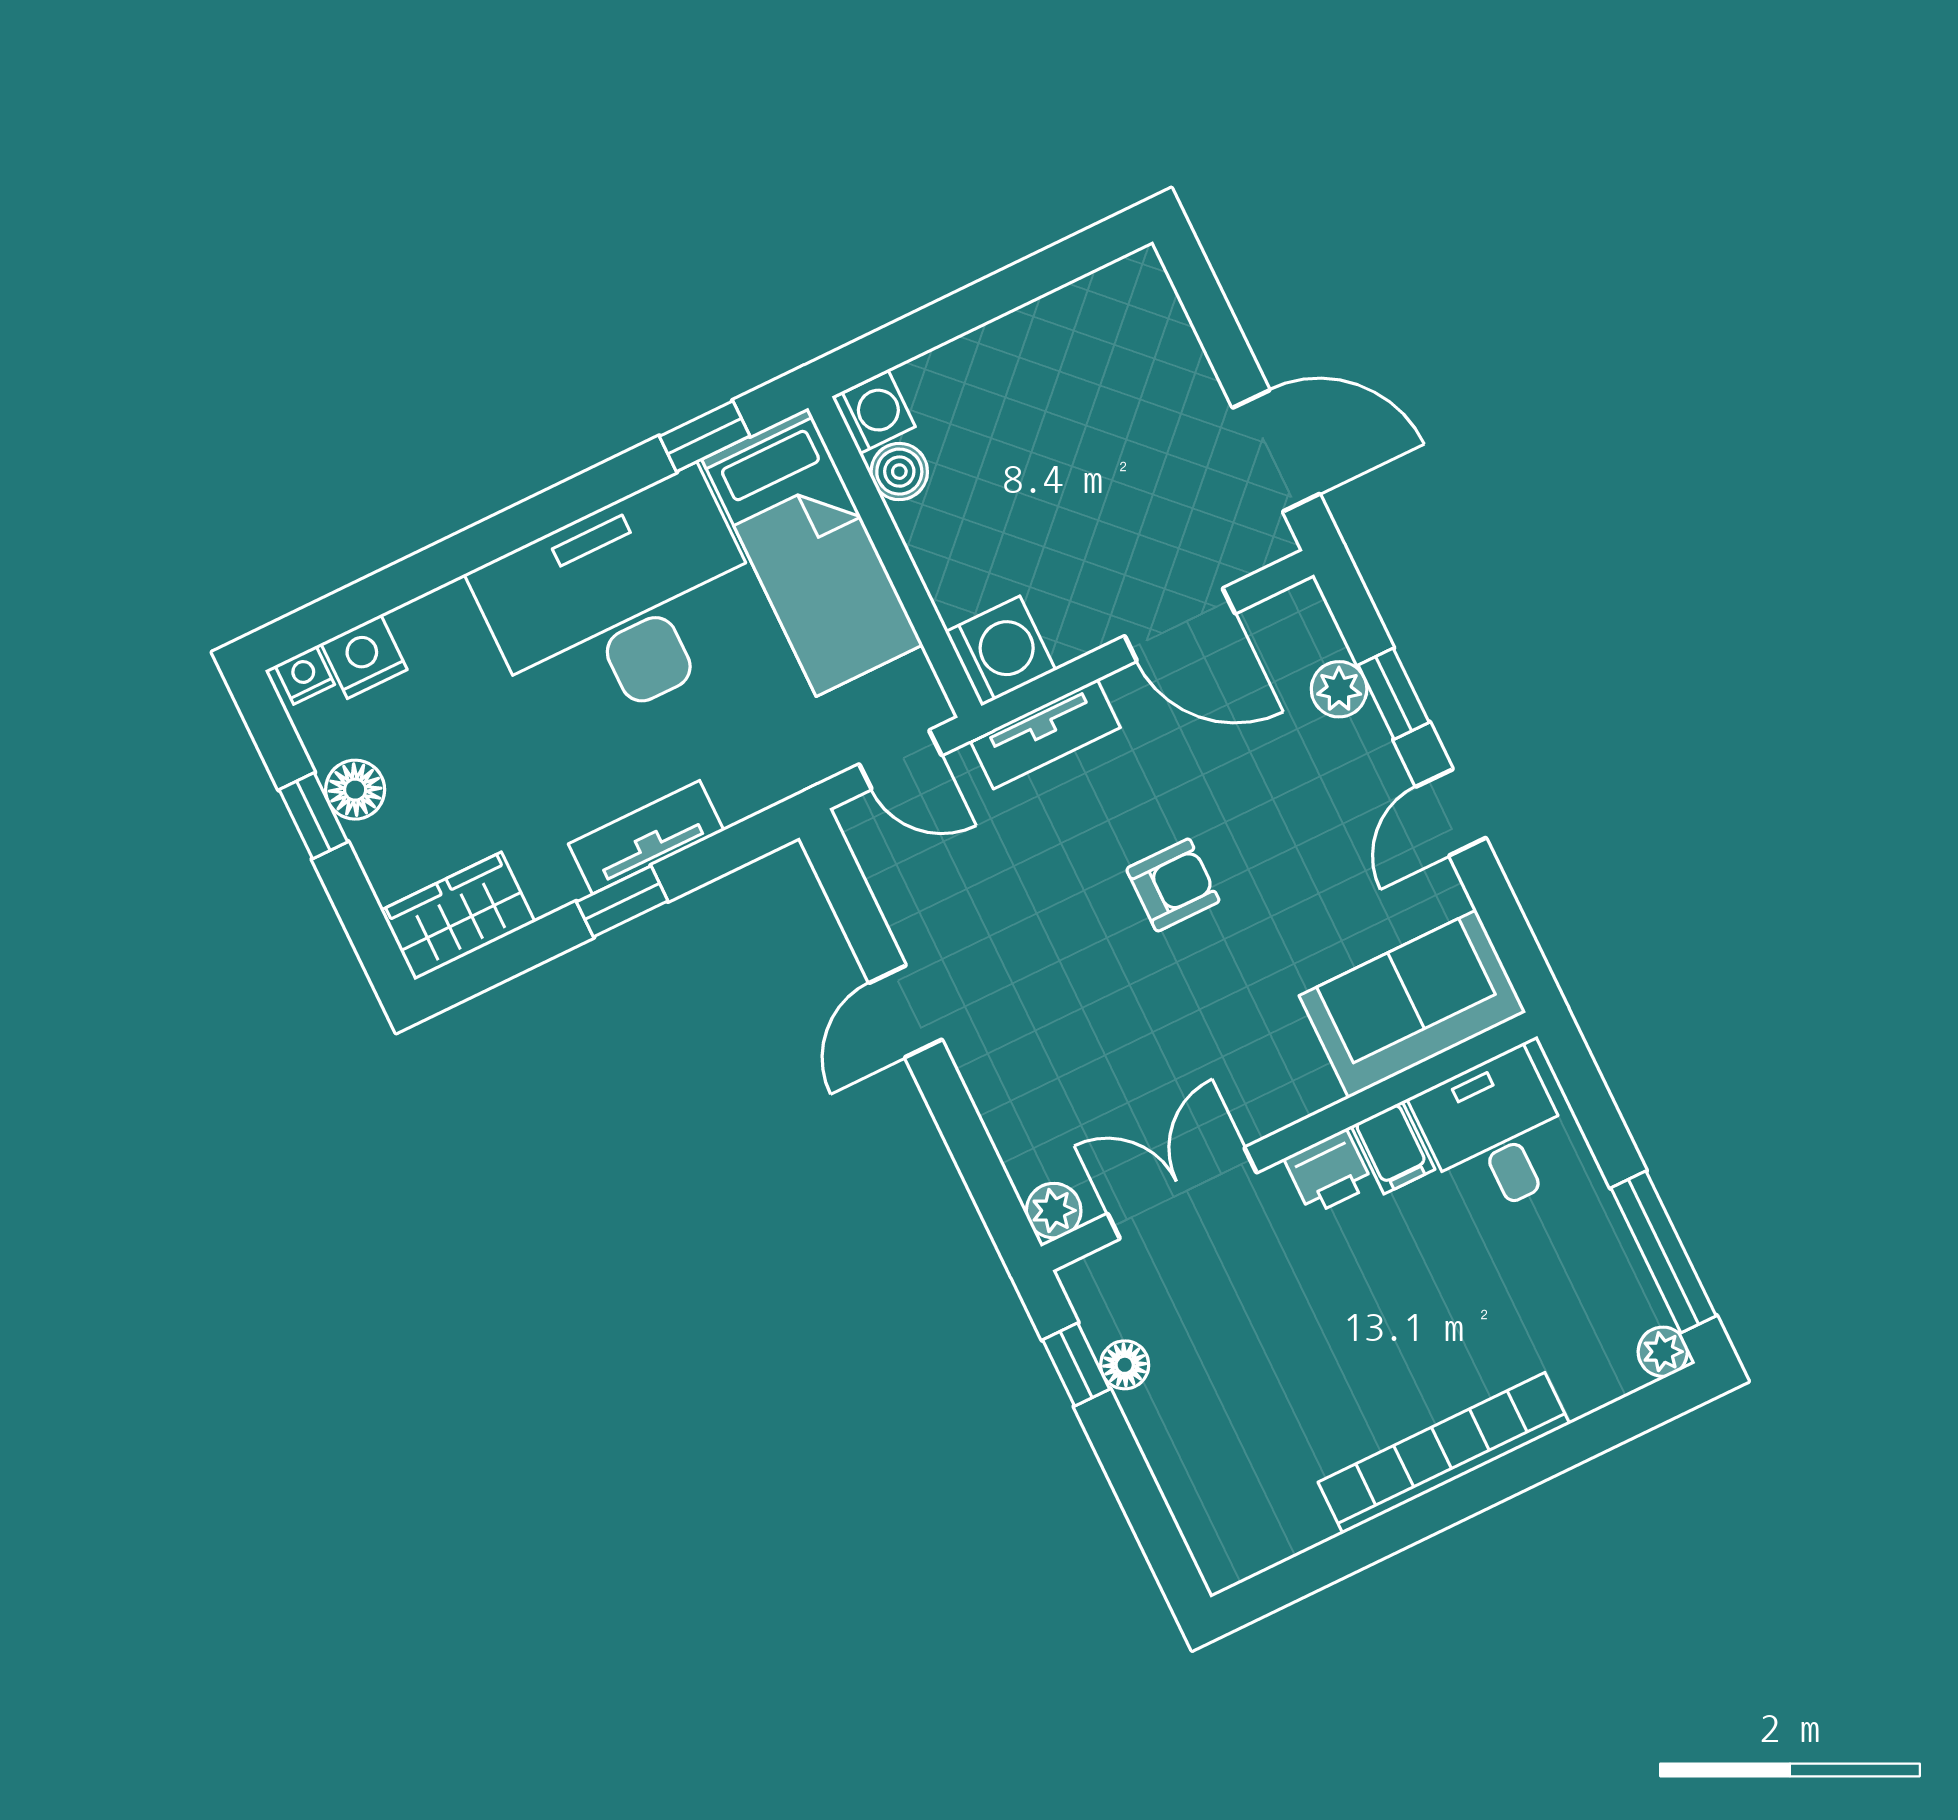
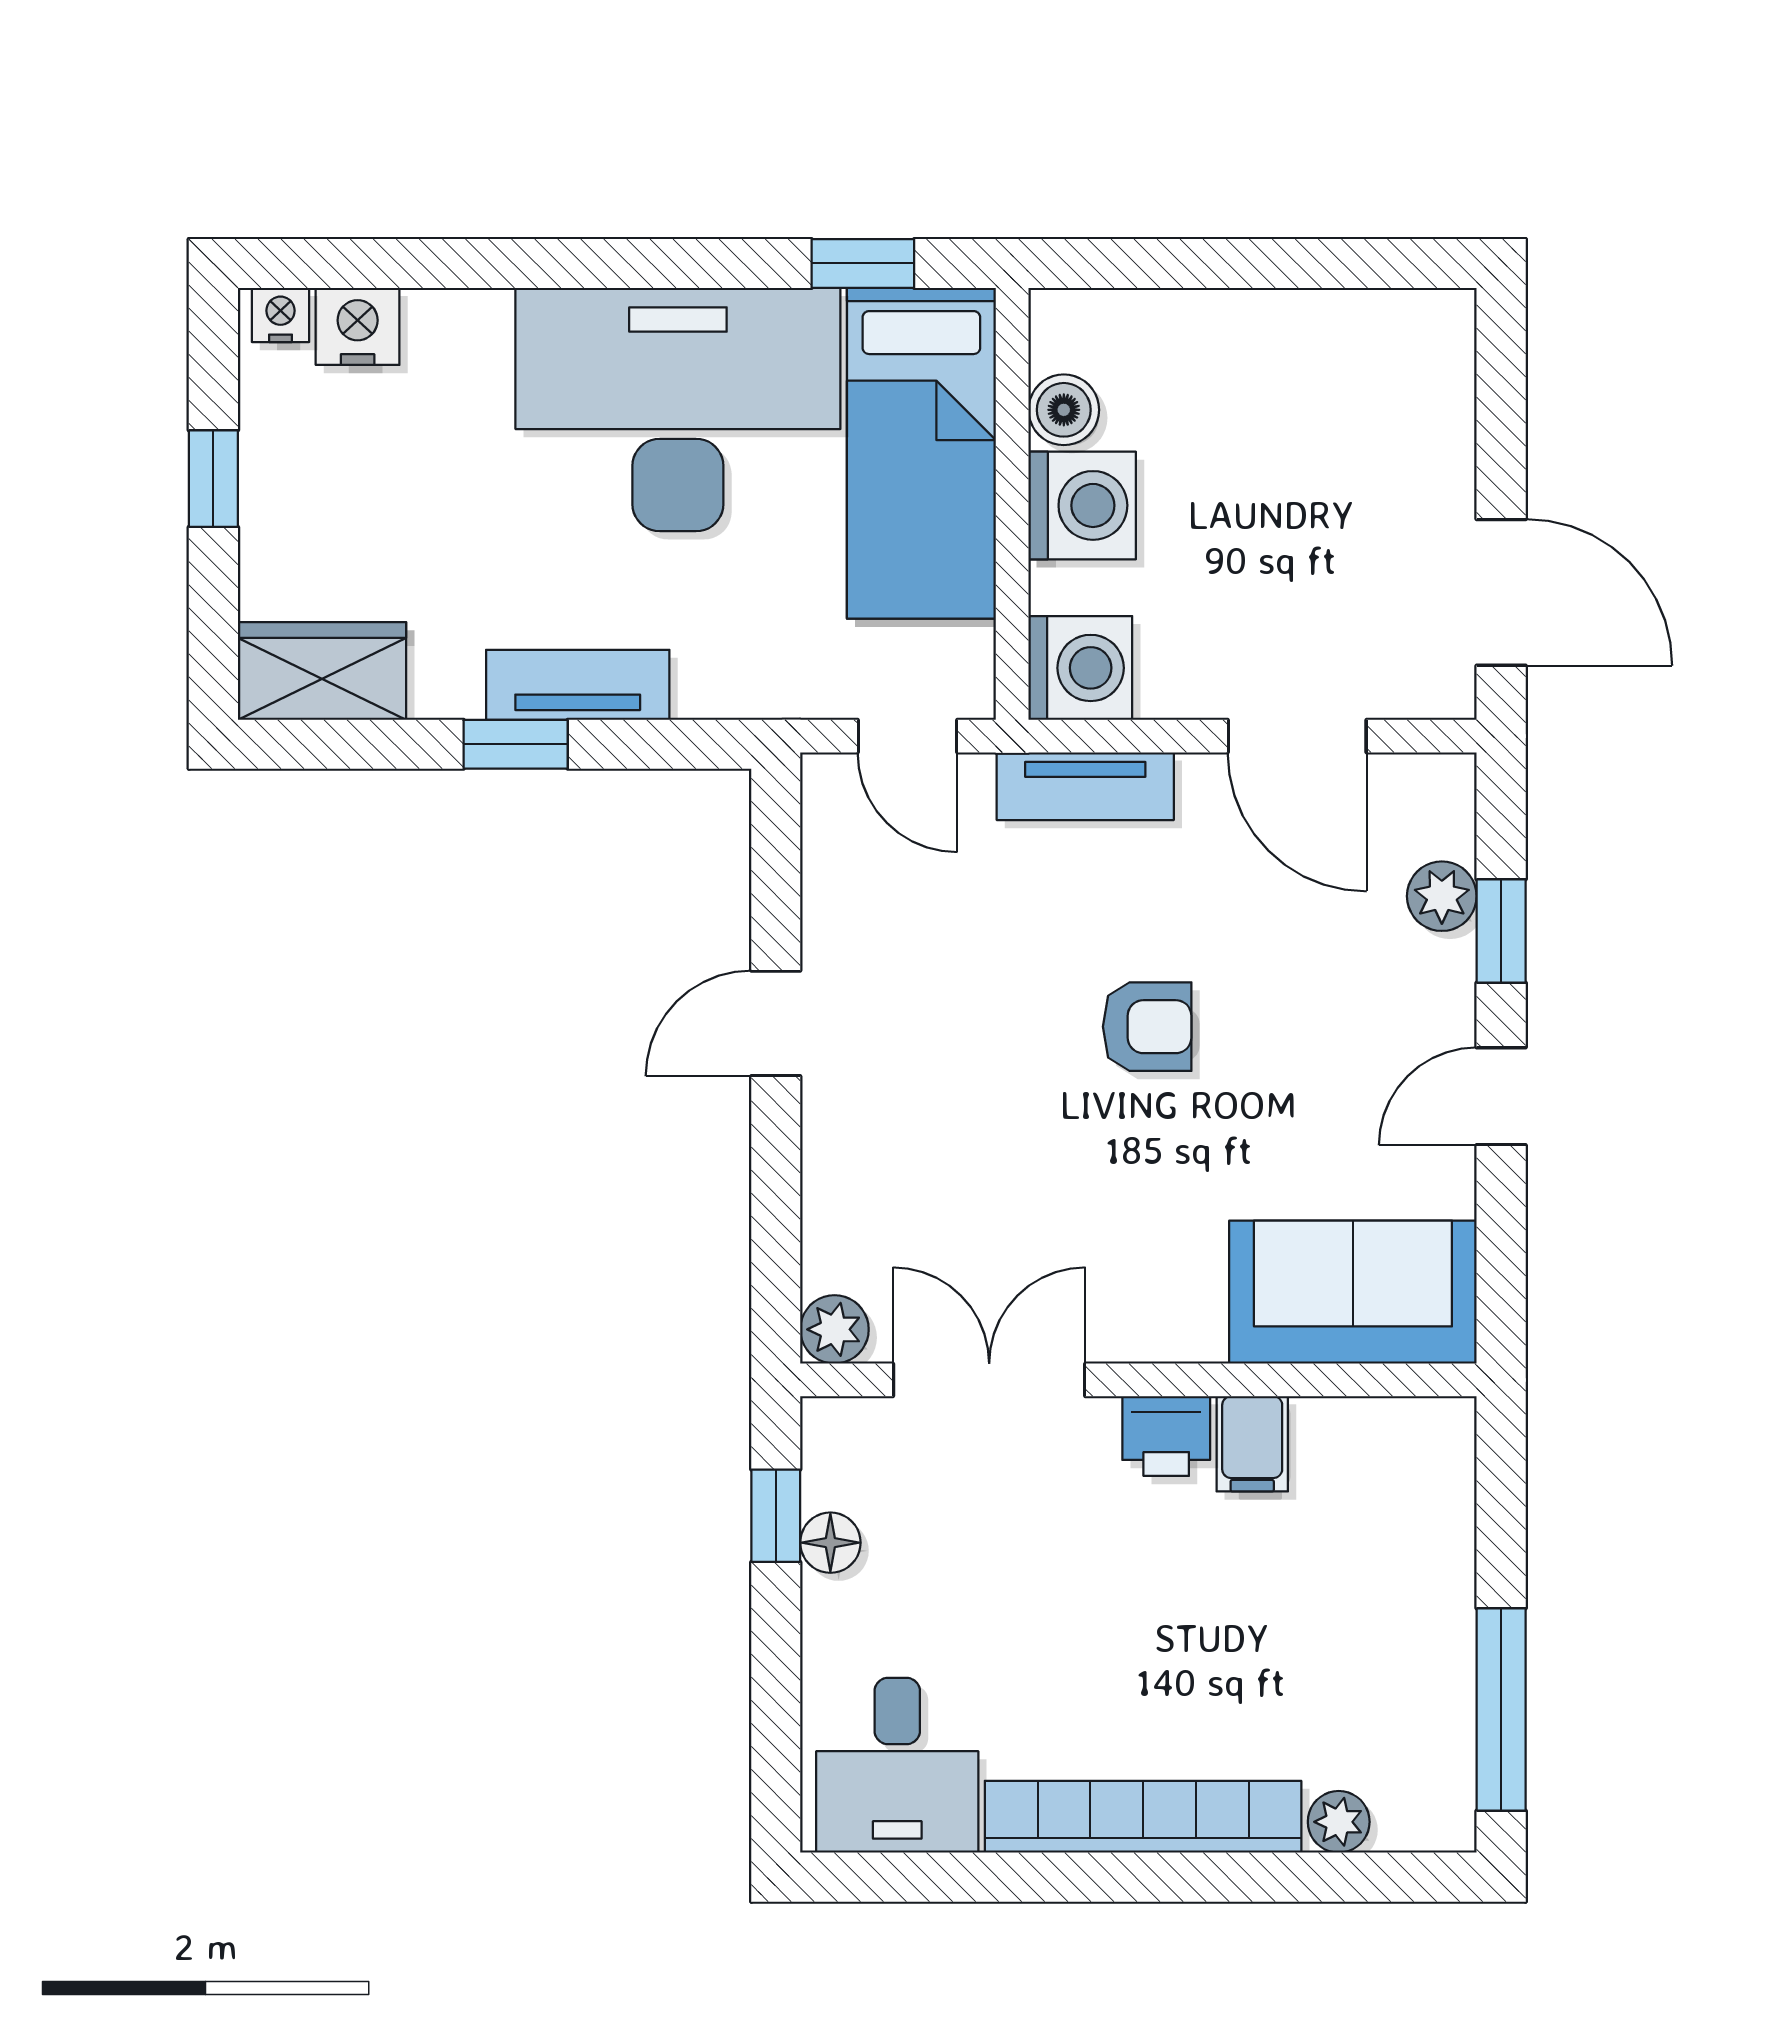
washing machine: (874, 412) -> (1082, 505), moved, width x1.38, depth x1.38
floor lamp: (355, 790) -> (275, 472), removed
desk: (1495, 1134) -> (897, 1765), moved, turned 180
plant: (1663, 1352) -> (1339, 1822), moved

